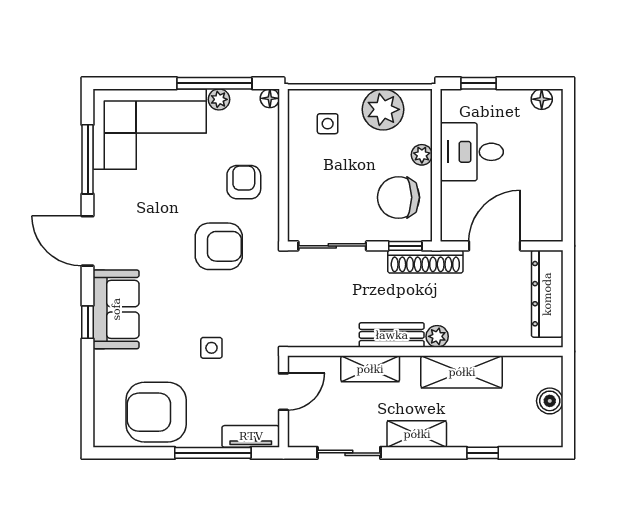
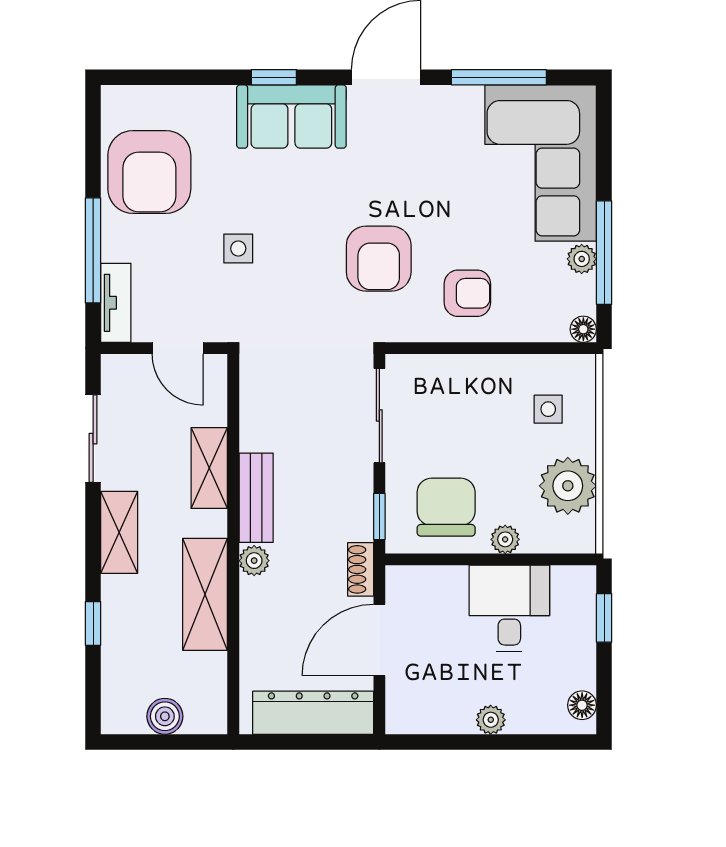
plant: (552, 165) -> (491, 720), added
door: (495, 246) -> (379, 640), swing flipped
shoe rack: (425, 262) -> (361, 569), width x0.51, depth x0.81
armchair: (156, 412) -> (149, 172), turned 180

